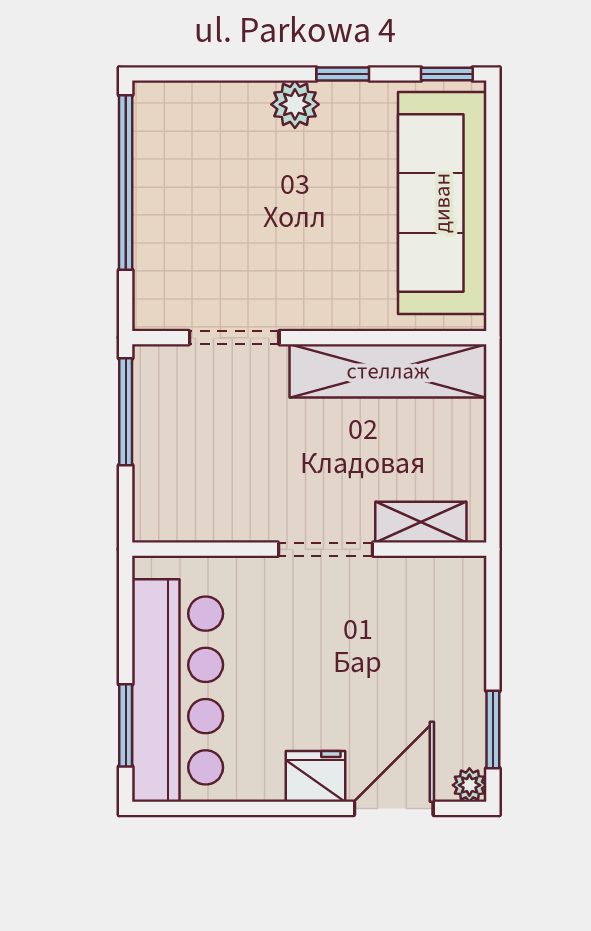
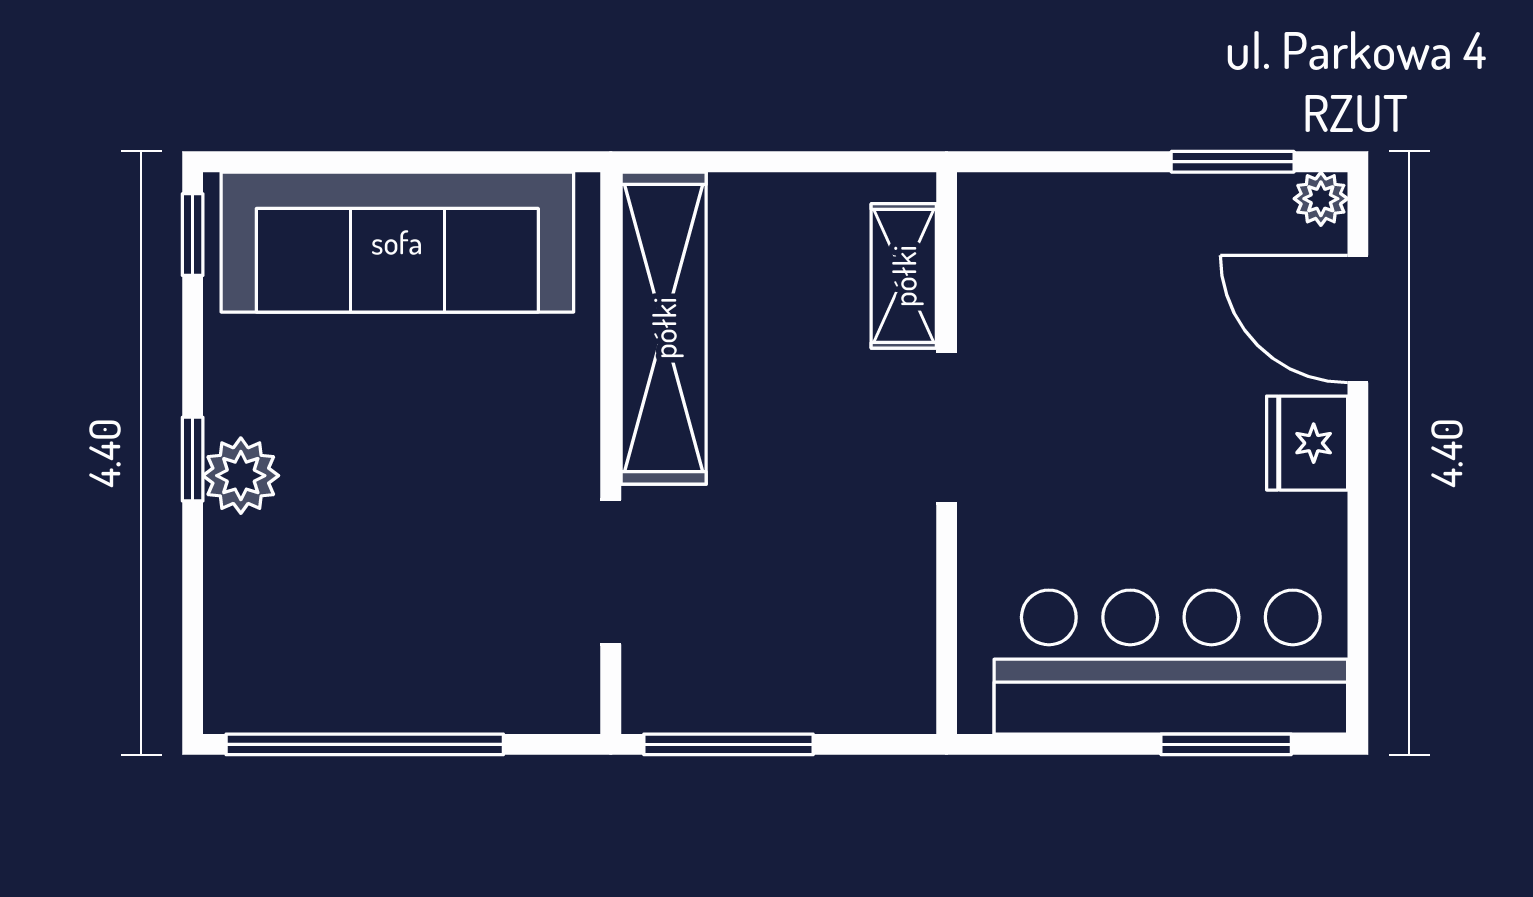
window: (343, 74) -> (193, 459), moved

